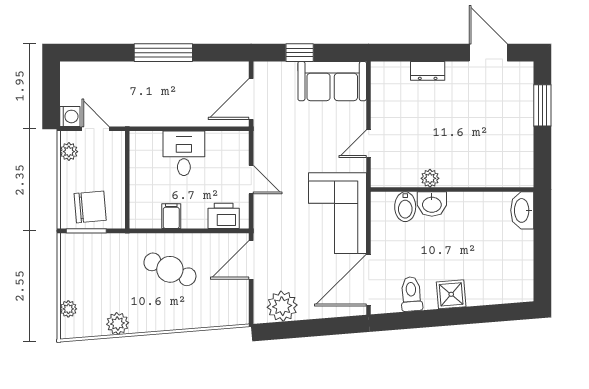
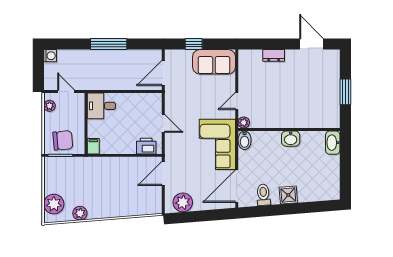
window: (542, 105) -> (345, 92), moved
washing machine: (70, 116) -> (50, 56), moved
desk: (184, 153) -> (101, 106), moved, turned -90
plant: (430, 178) -> (244, 123), moved
washbasin: (432, 204) -> (291, 139), moved
bidet: (405, 207) -> (245, 140), moved
filing cabinet: (171, 216) -> (93, 146), moved
cafe table: (170, 269) -> (113, 179), removed
plant: (68, 309) -> (54, 204), width x1.88, depth x1.88

